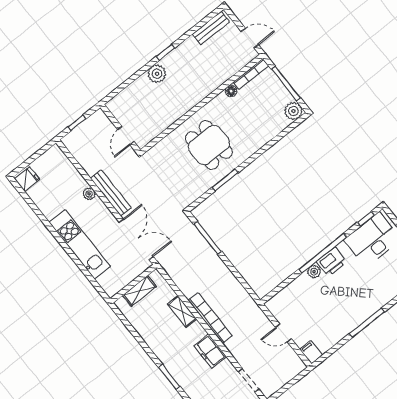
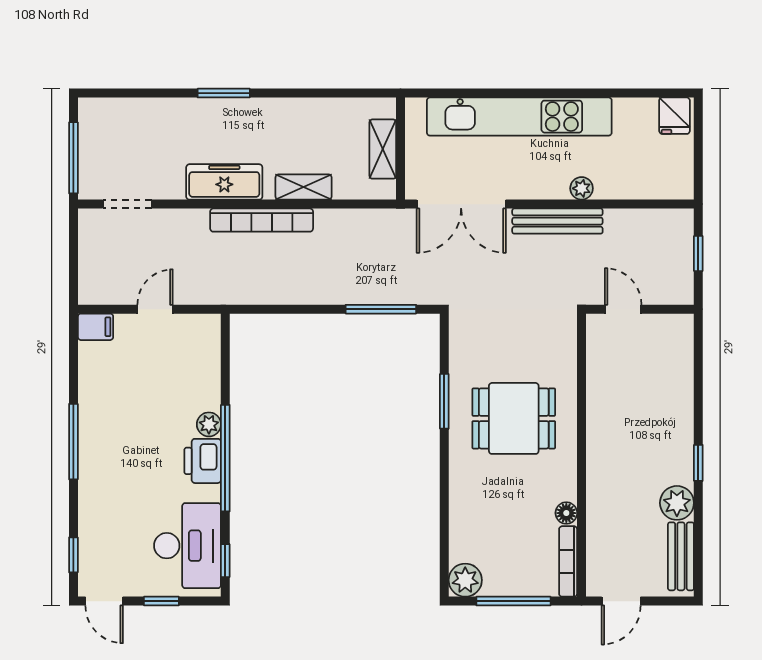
plant: (157, 74) -> (677, 503), moved
kitchen unit: (80, 244) -> (519, 117), width x1.36
freezer: (210, 351) -> (224, 182), width x1.40

